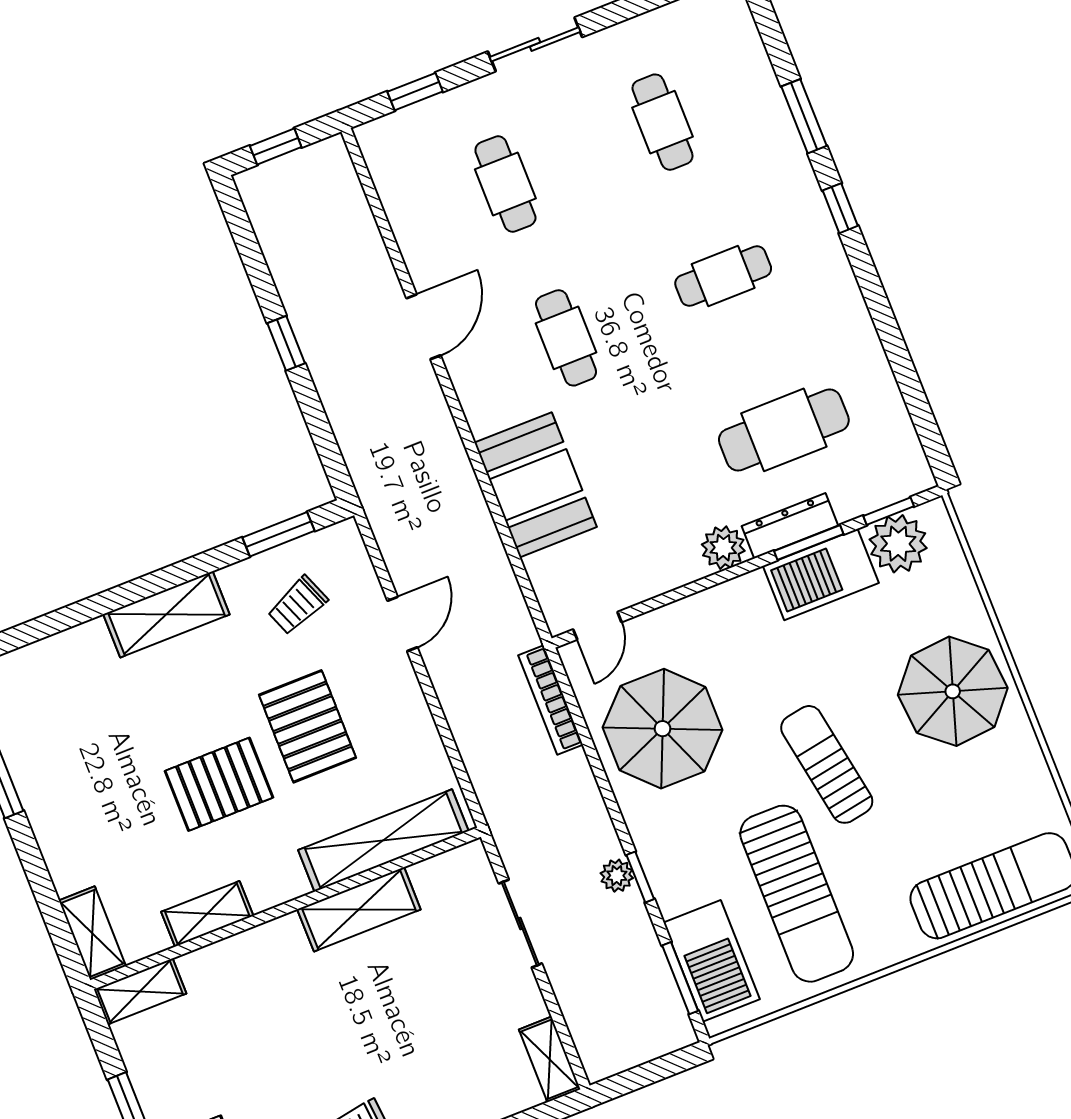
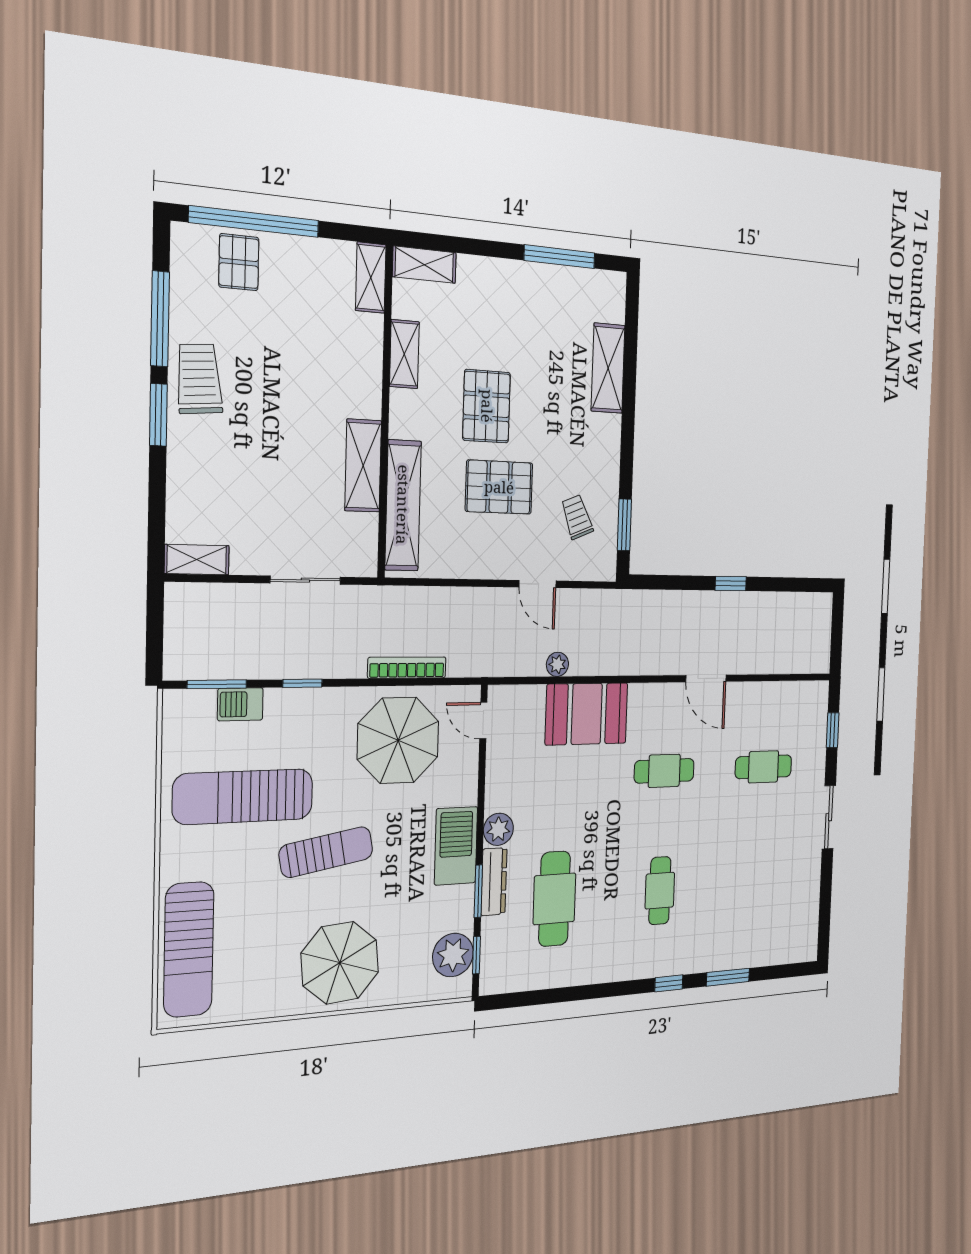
cafe table: (663, 122) -> (759, 883), removed
window: (276, 146) -> (837, 628), removed
barbecue: (821, 574) -> (456, 846), moved
shelving: (166, 614) -> (608, 368), moved
bookcase: (551, 700) -> (407, 668), moved
plant: (617, 876) -> (557, 664), moved
barbecue: (712, 961) -> (240, 704), width x0.53, depth x0.65

